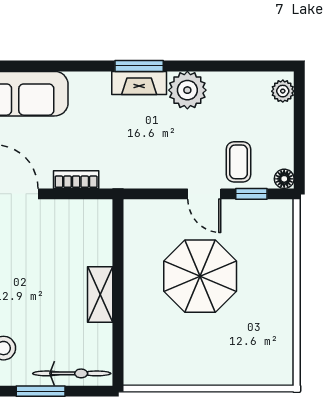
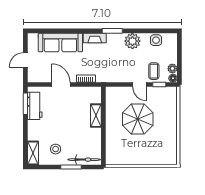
fireplace: (139, 83) -> (95, 38), moved
side table: (244, 88) -> (156, 40), added
plant: (283, 91) -> (172, 69), moved
shelving: (100, 295) -> (96, 116), moved

